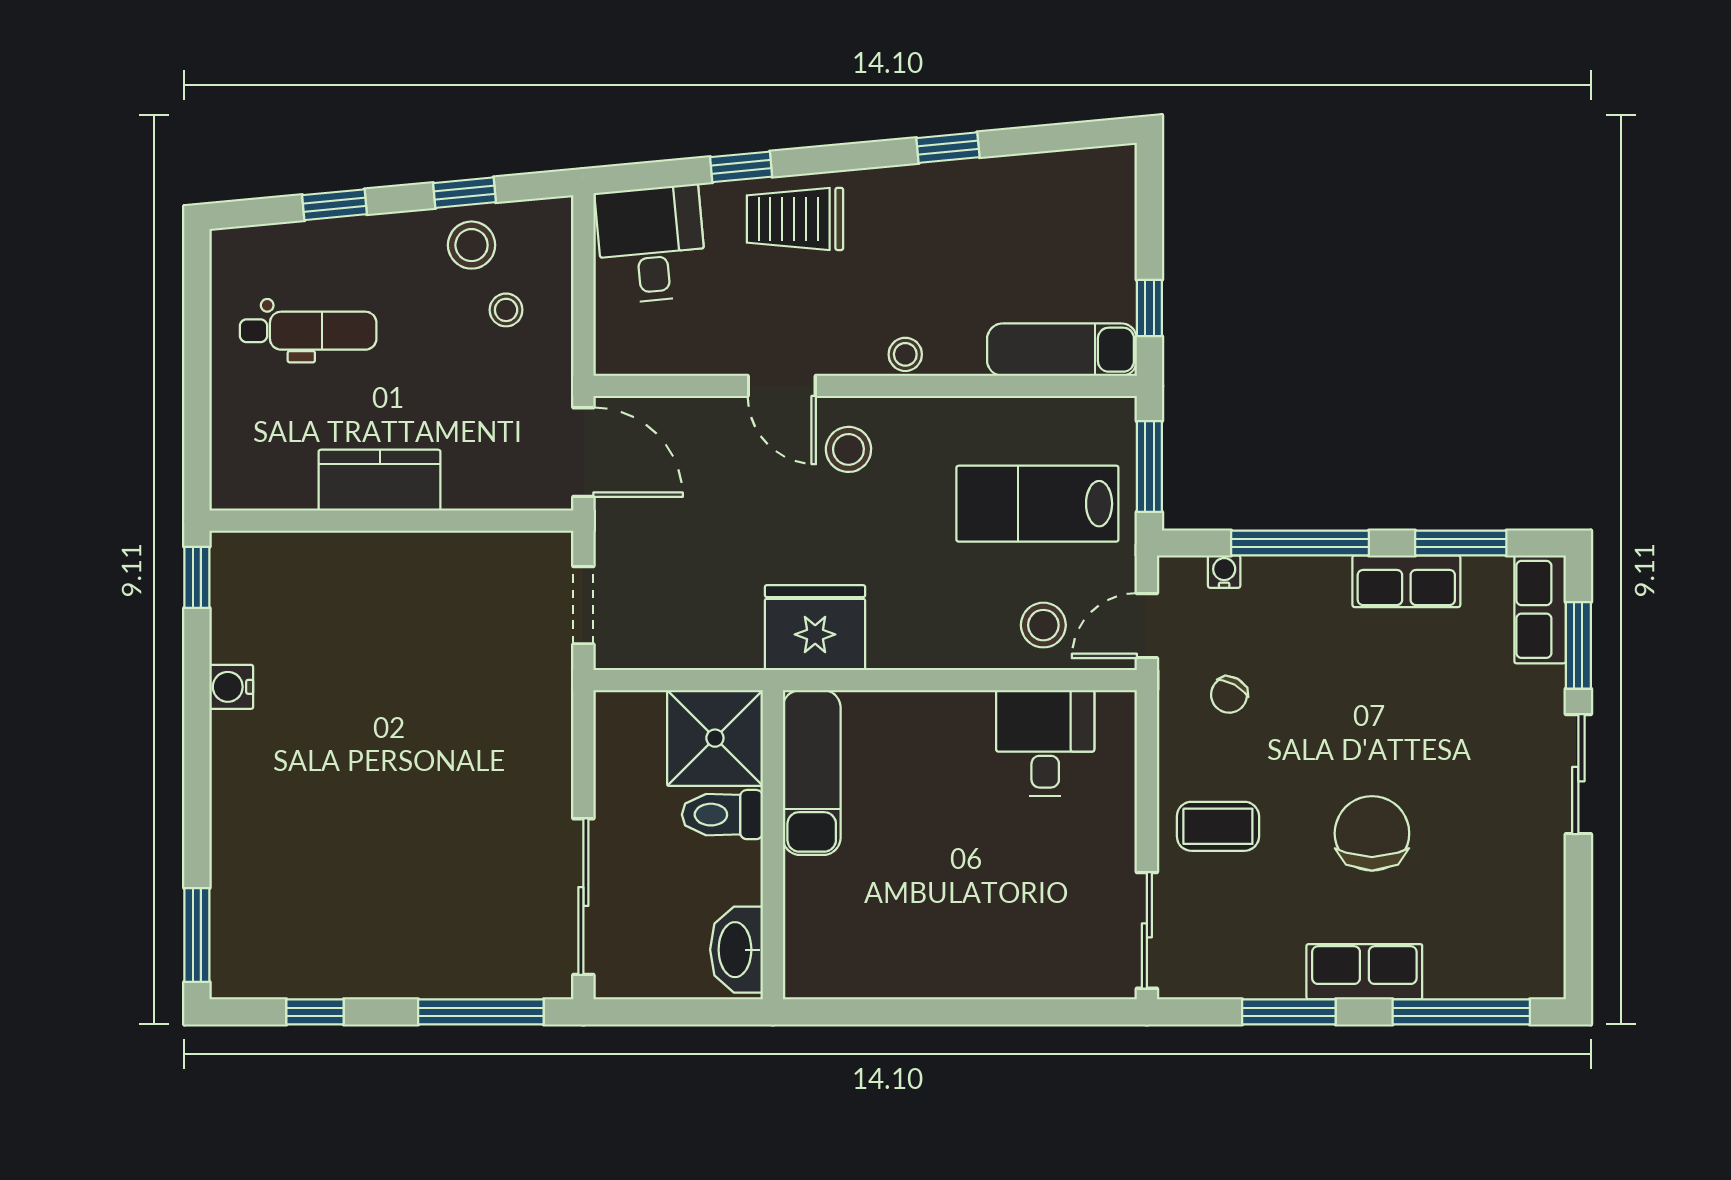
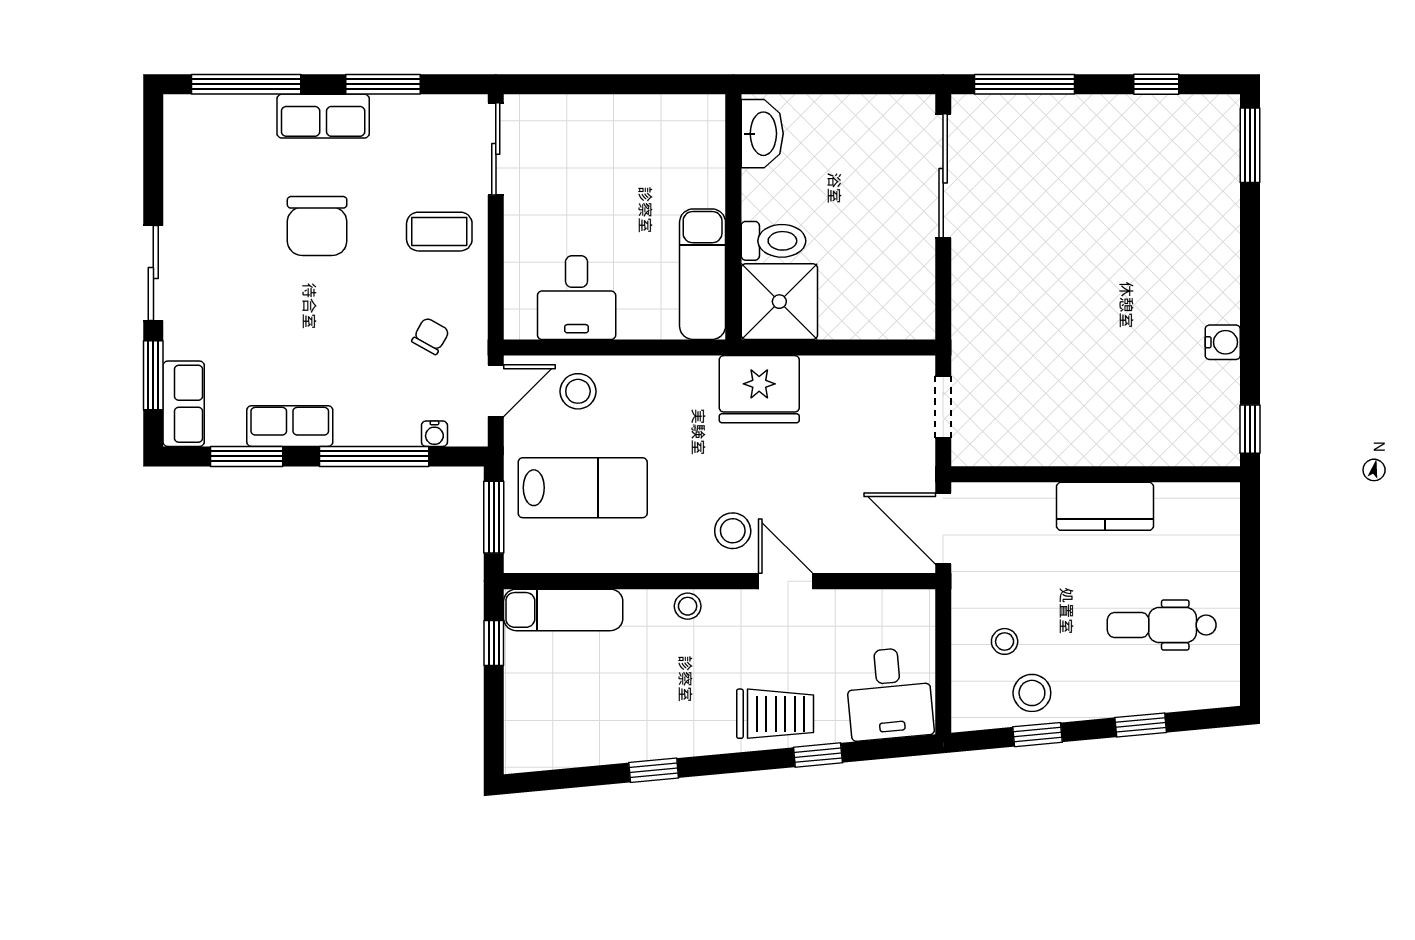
shower: (715, 738) -> (779, 302), moved
exam couch: (812, 773) -> (703, 274), moved
toilet: (722, 815) -> (773, 241), moved
wall: (773, 845) -> (733, 217), moved
washbasin: (737, 950) -> (762, 134), moved

